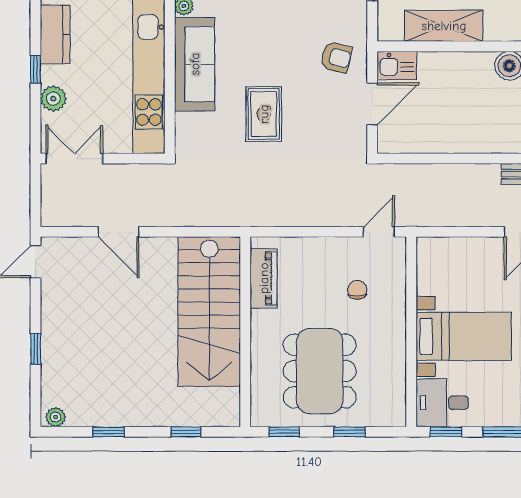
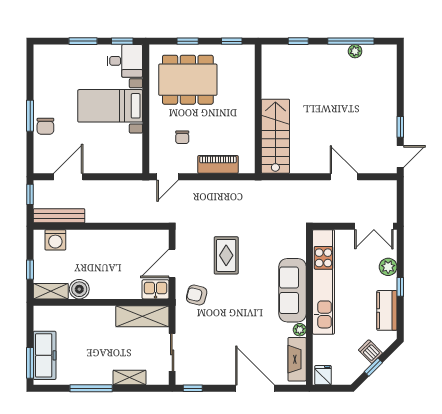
shelving: (444, 26) -> (142, 316), moved
rug: (264, 114) -> (226, 255), moved
piano: (264, 278) -> (218, 164), moved, turned 90
stairs: (209, 312) -> (275, 136), width x0.73, depth x0.66
window: (36, 349) -> (400, 127), moved
dining table: (320, 371) -> (188, 80), moved, turned 90
plant: (56, 417) -> (355, 51), moved
window: (108, 432) -> (351, 41), width x2.17

